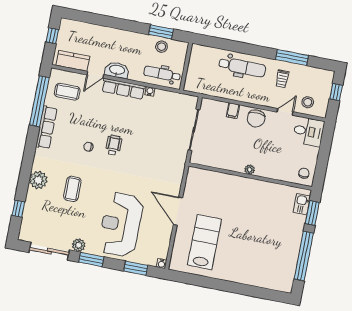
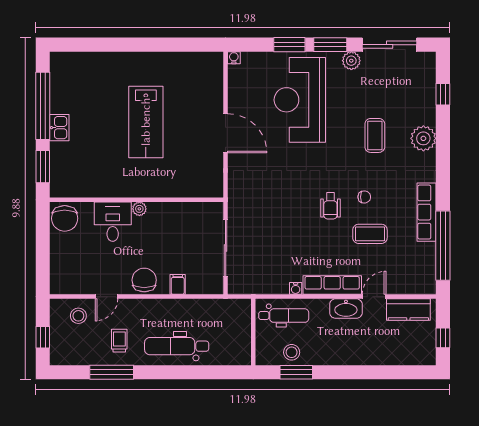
coffee table: (67, 92) -> (370, 234), moved
desk: (309, 132) -> (113, 222), moved, turned 90
chair: (304, 173) -> (65, 218), width x1.87, depth x1.87
kitchen sink: (302, 204) -> (59, 128), moved
reception desk: (121, 225) -> (300, 100), turned 180
lab bench: (204, 242) -> (146, 122), moved
window: (136, 268) -> (289, 45), moved

